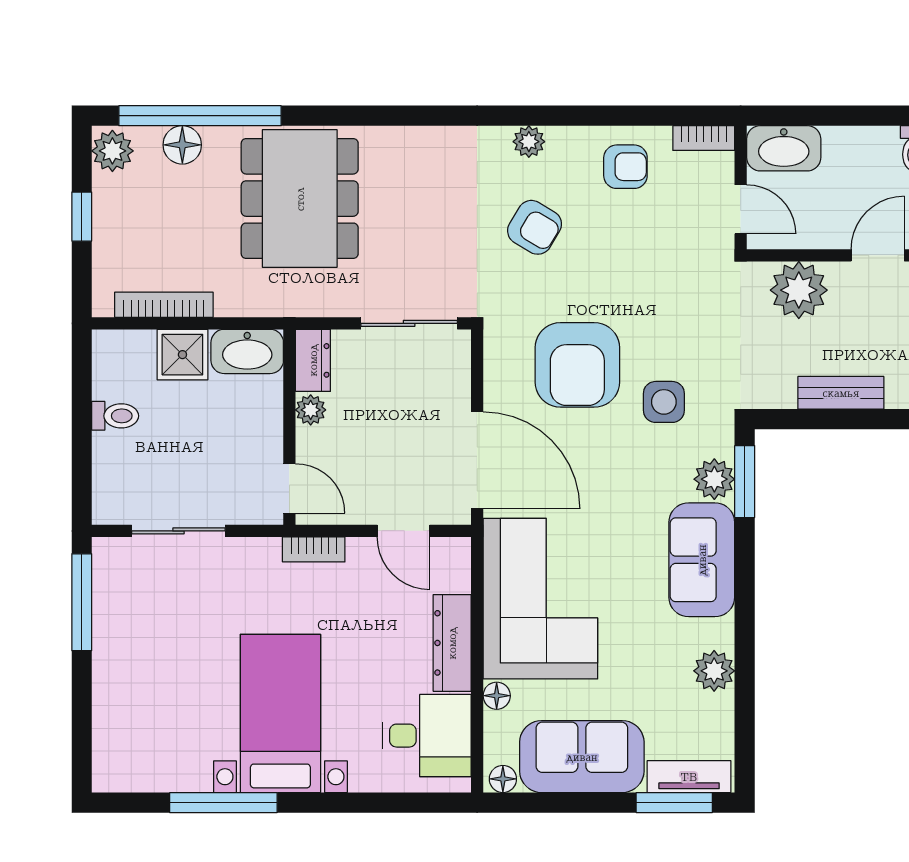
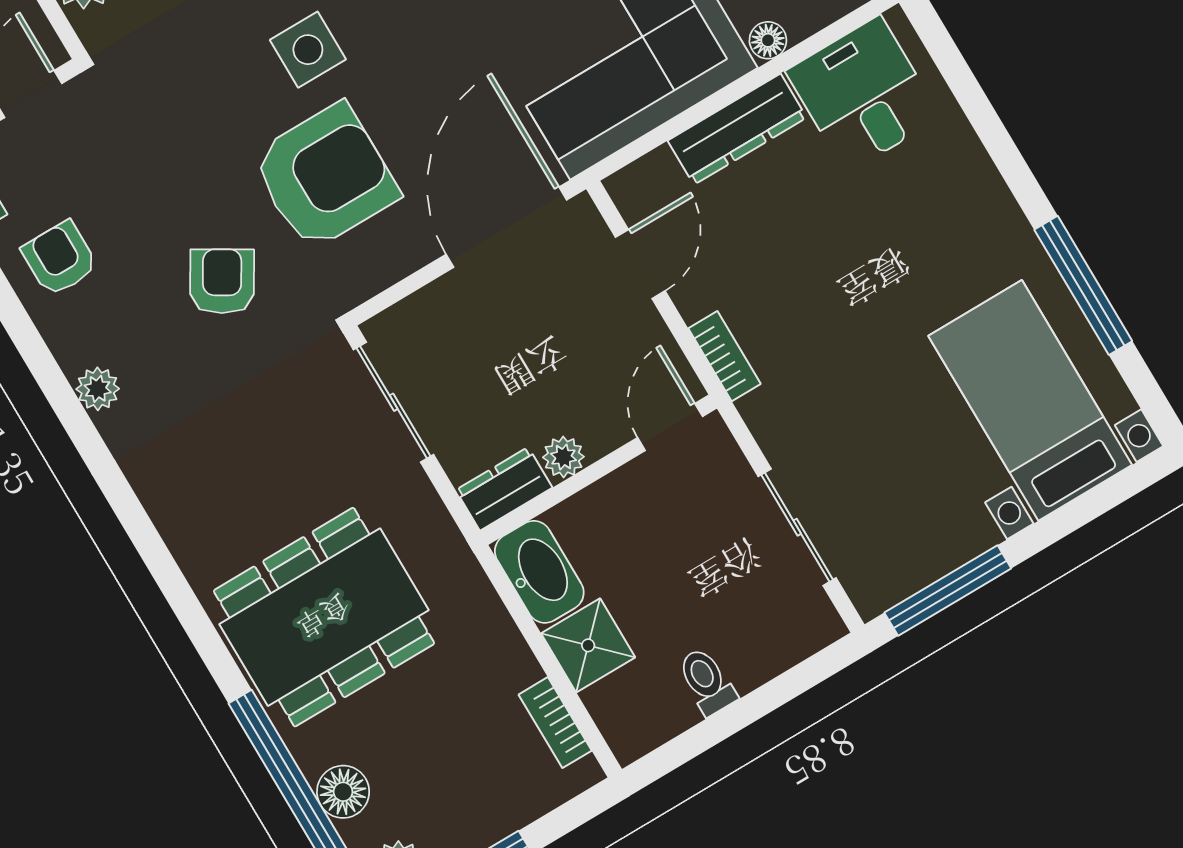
armchair: (535, 227) -> (222, 281), moved
bookcase: (164, 305) -> (555, 723), width x0.64
bed with nightstands: (280, 713) -> (1030, 400), moved, turned 90

